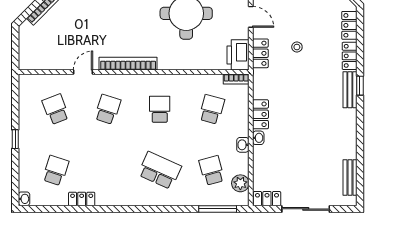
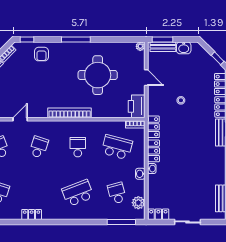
locker: (260, 53) -> (153, 127), moved
bookcase: (128, 64) -> (70, 113), moved
school desk: (212, 109) -> (117, 147), width x1.85
school desk: (160, 170) -> (78, 193), turned -45
locker: (82, 199) -> (32, 214), moved
sliding door: (306, 209) -> (187, 222), width x0.73

